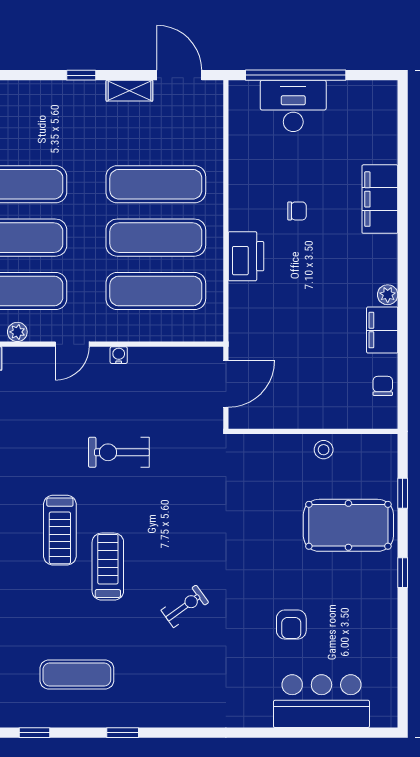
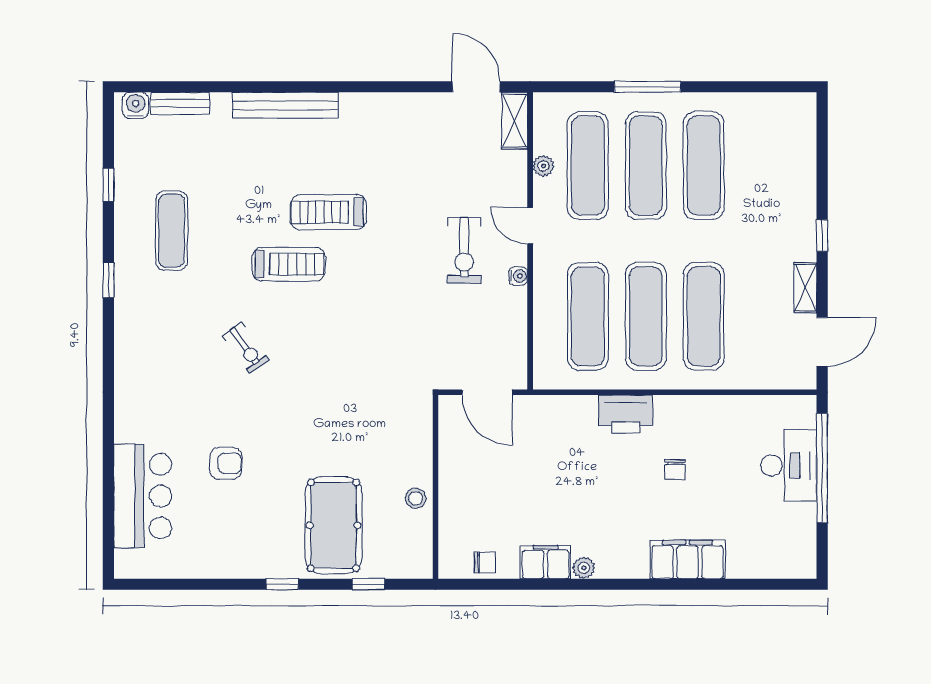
exercise bike: (119, 452) -> (464, 250), moved, turned 180
armchair: (291, 624) -> (226, 463), turned 180

